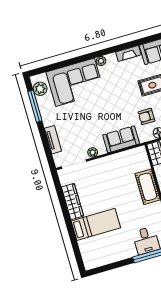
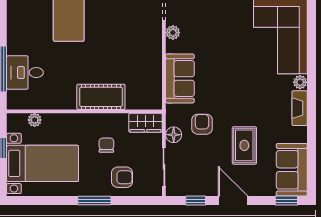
fireplace: (128, 53) -> (300, 108), moved

